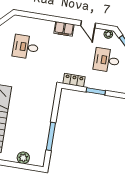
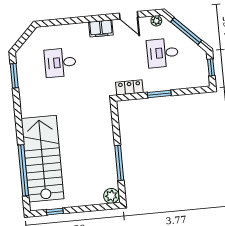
plant: (23, 158) -> (111, 196), moved

